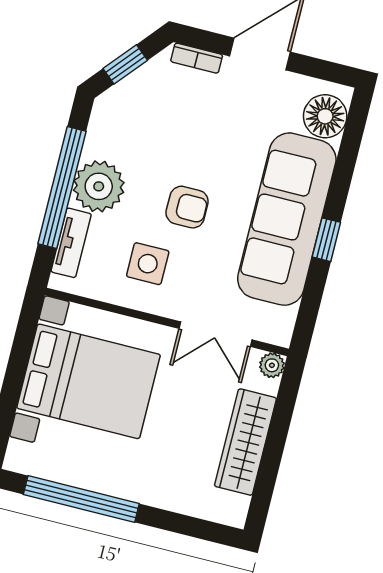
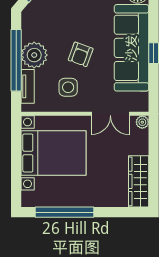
armchair: (187, 207) -> (81, 54), turned 110
wardrobe: (245, 442) -> (139, 181), moved

